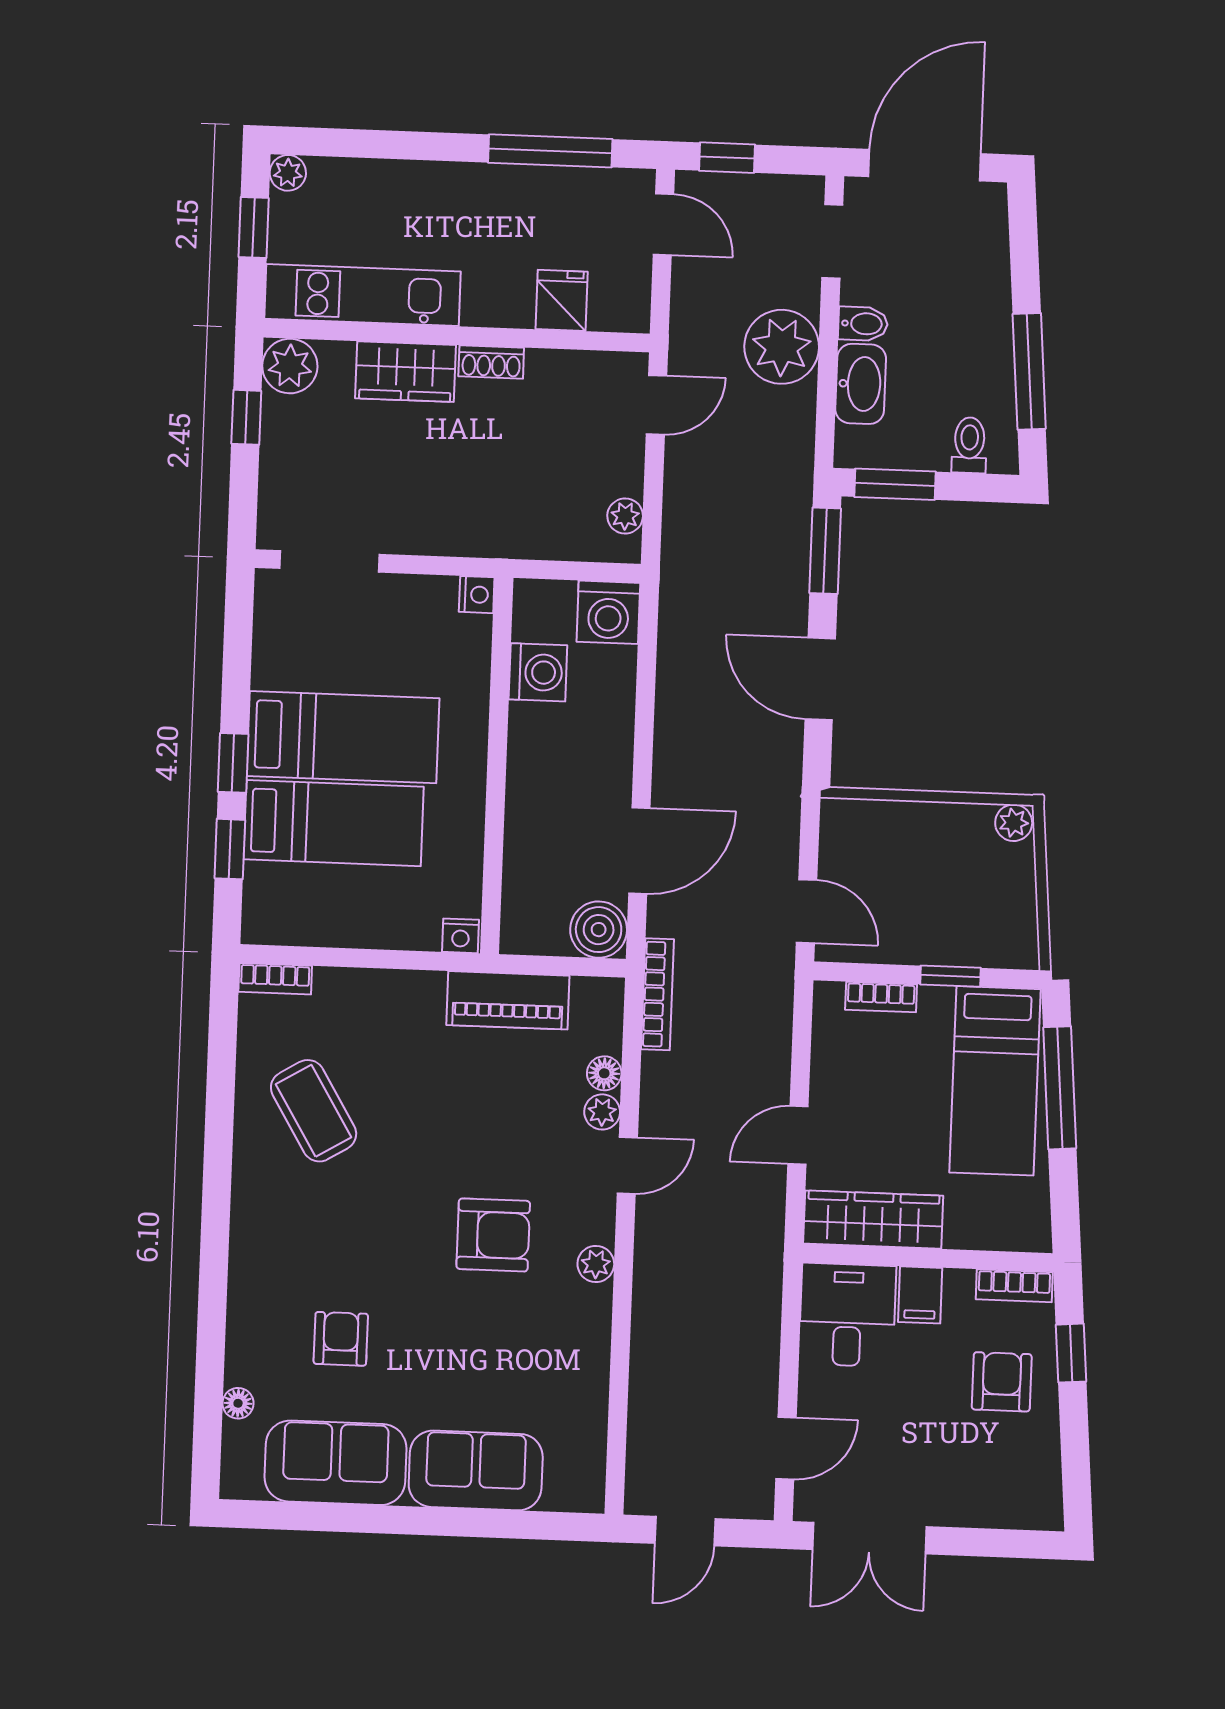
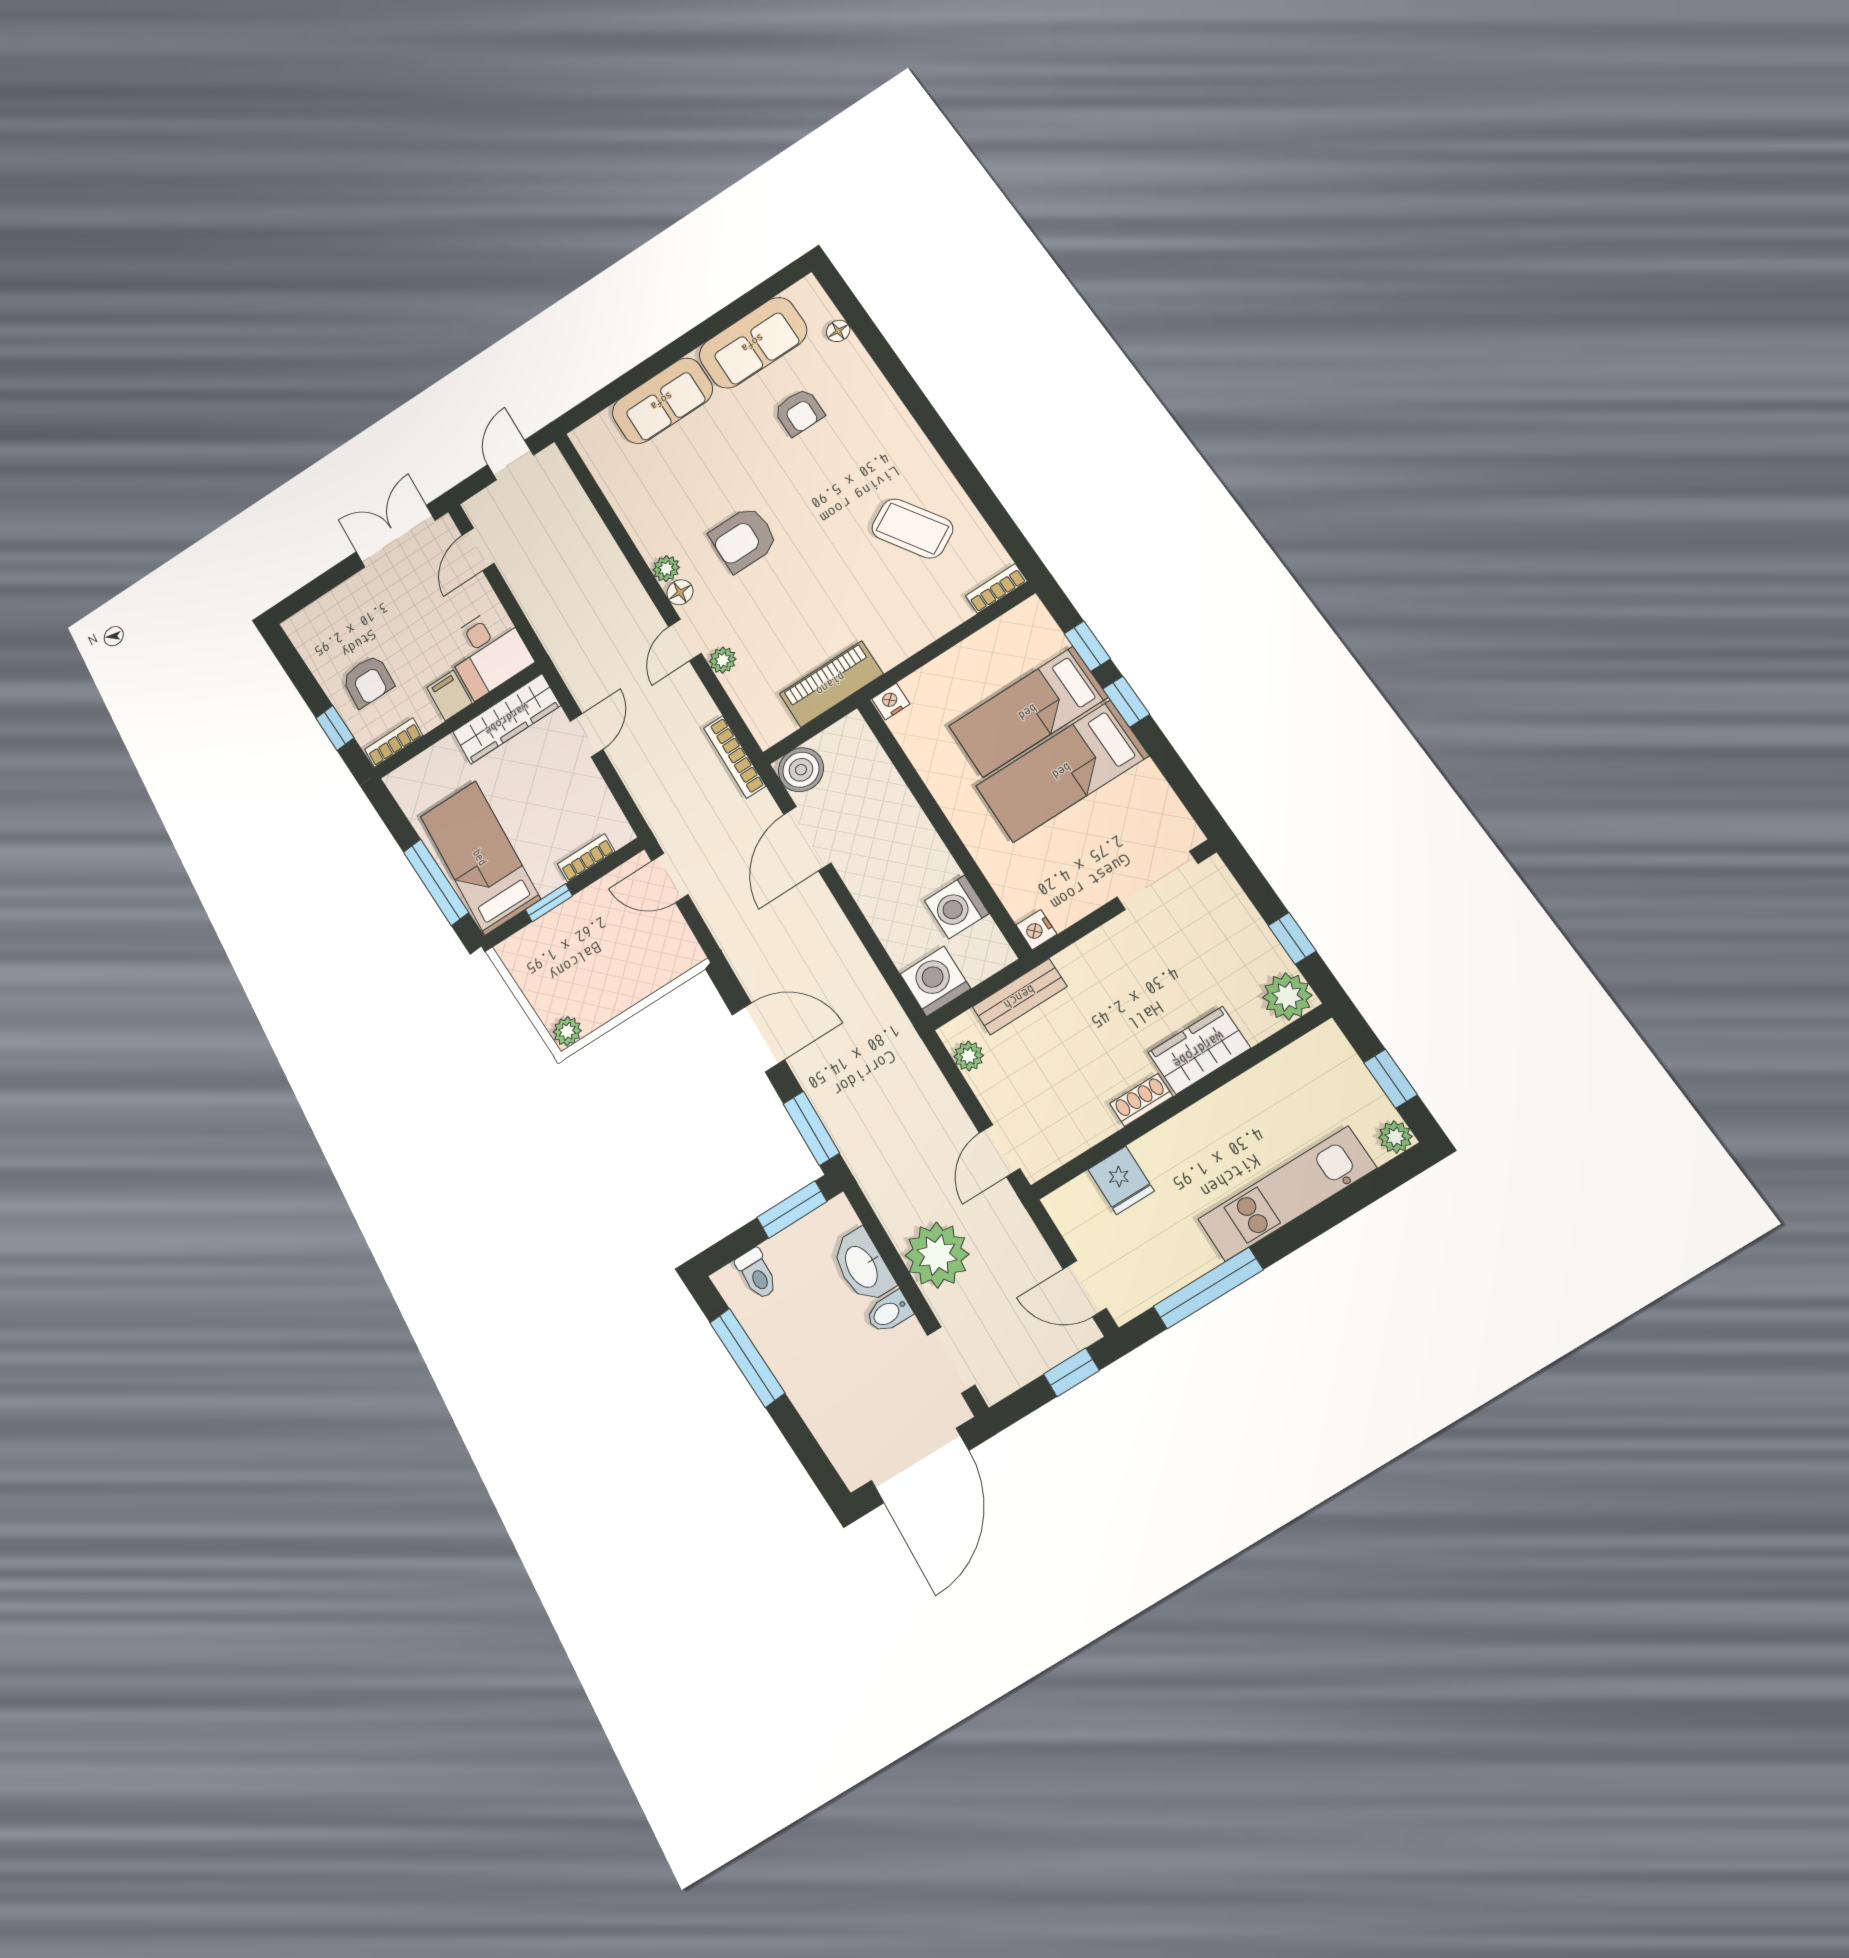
kitchen unit: (362, 295) -> (1287, 1194), moved, turned 180
bench: (537, 540) -> (1020, 997), added
floor lamp: (604, 1073) -> (680, 592), moved

